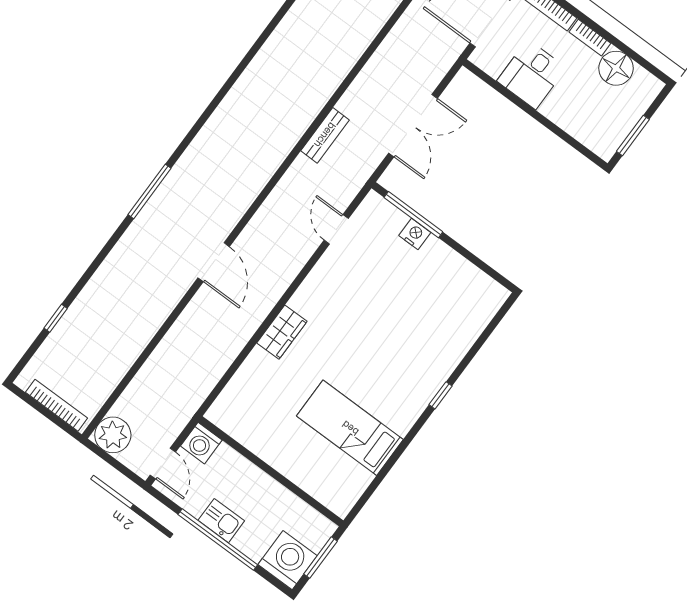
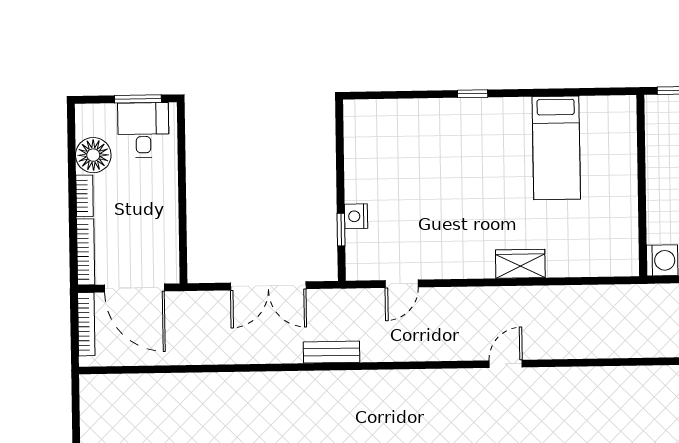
desk: (532, 74) -> (143, 130), moved, turned -90
double door: (413, 126) -> (268, 286), swing flipped
window: (413, 215) -> (341, 230), width x0.46
door: (214, 262) -> (506, 364), width x0.73

